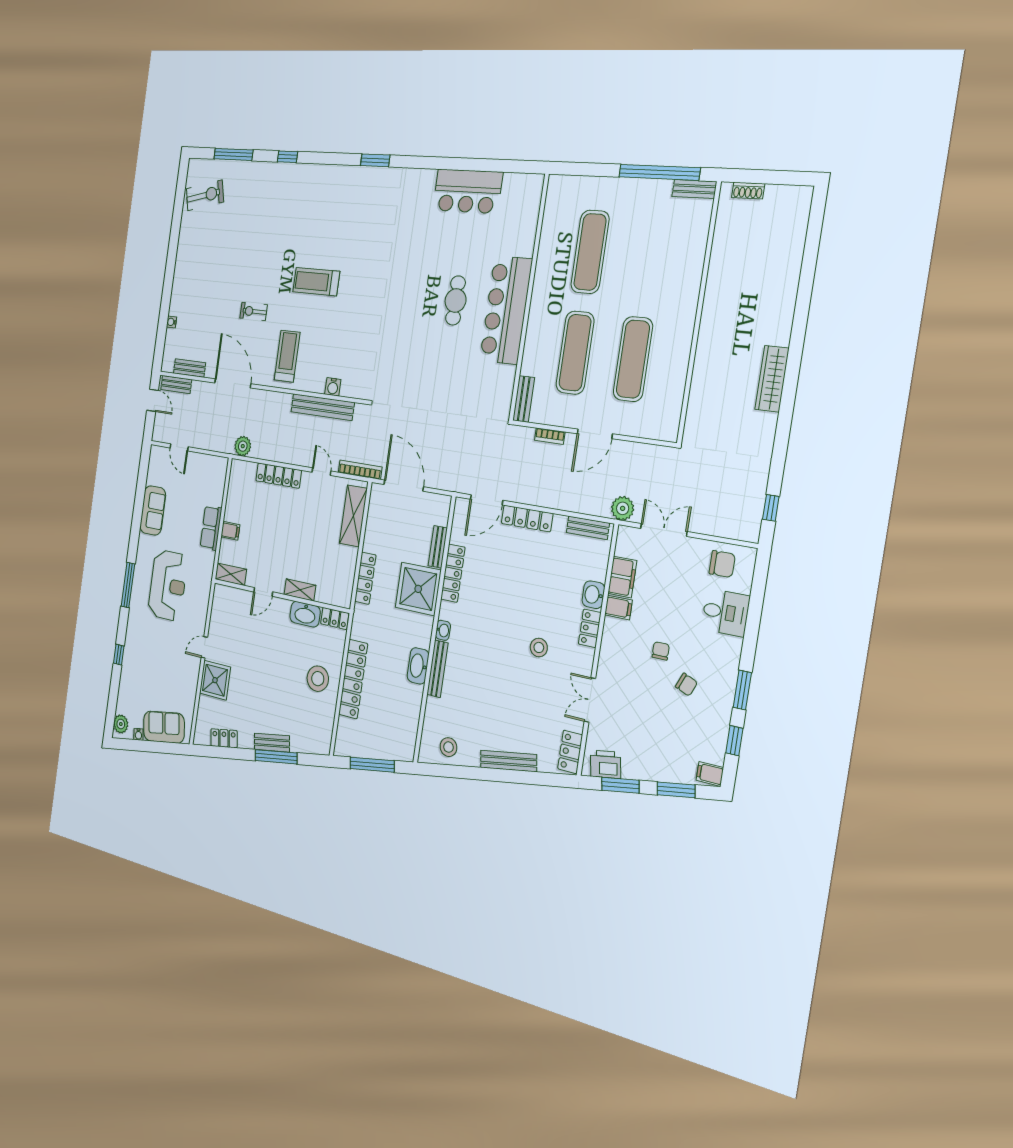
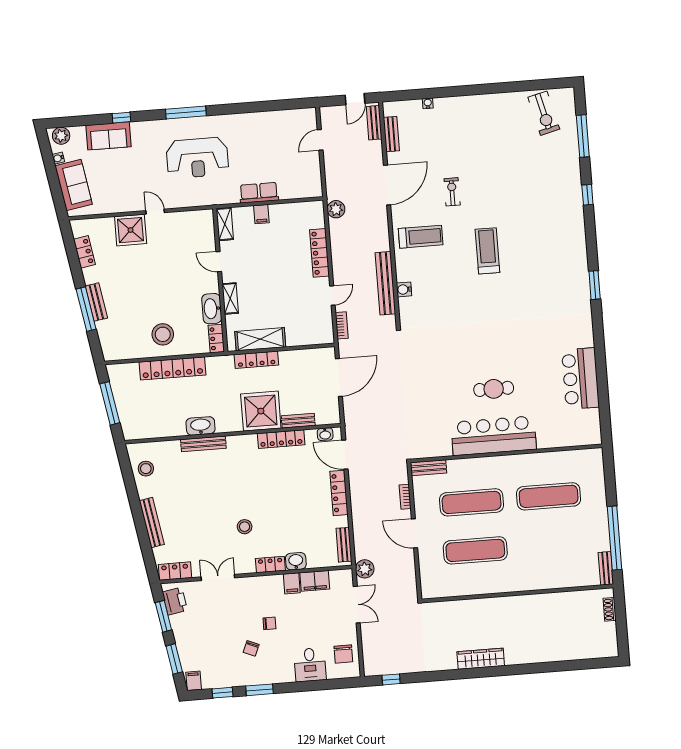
bookcase: (360, 470) -> (342, 325), width x0.64
sofa: (153, 510) -> (109, 136), moved
shelving: (353, 516) -> (260, 339), moved
washbasin: (443, 630) -> (325, 434), moved

